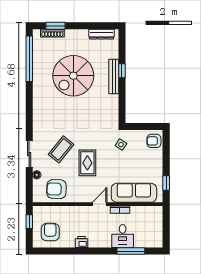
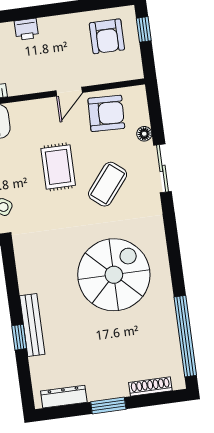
window: (55, 26) -> (108, 405), moved
spiral stairs: (73, 76) -> (114, 275), moved
door: (100, 204) -> (69, 92), moved
window: (29, 222) -> (144, 29), moved
printer: (82, 242) -> (26, 29), moved

